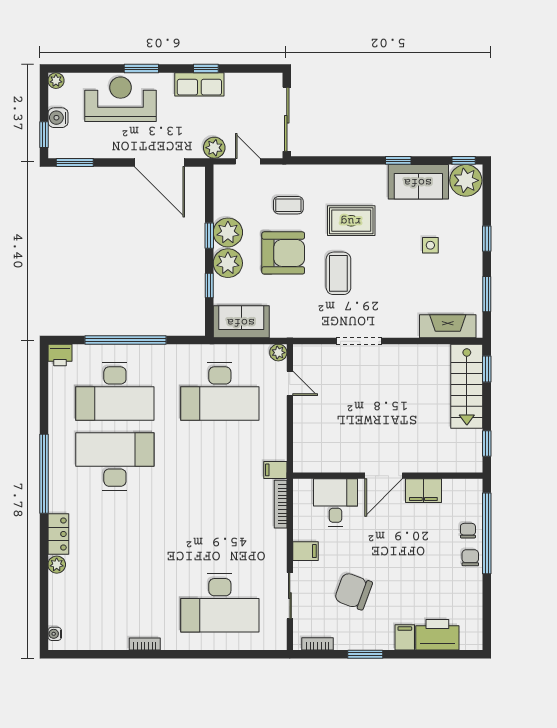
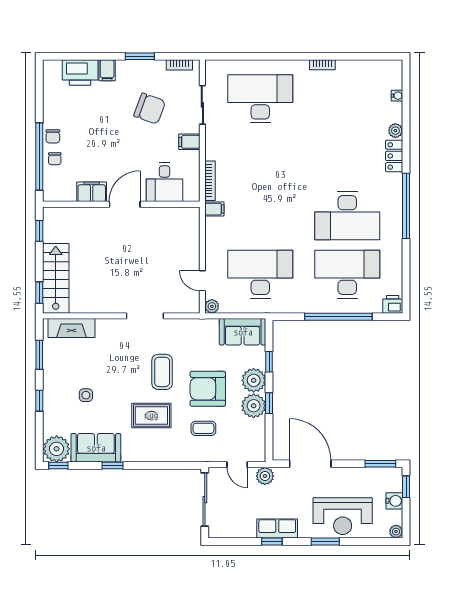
water cooler: (55, 634) -> (397, 96), moved

